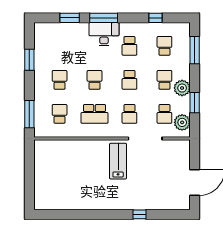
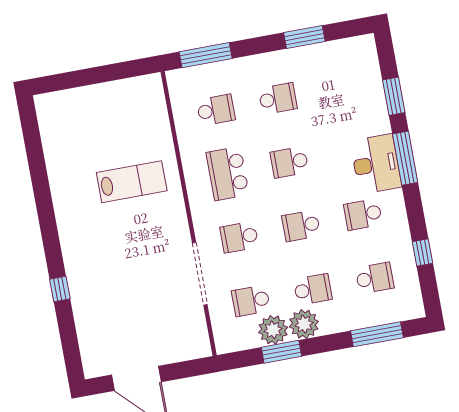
school desk: (95, 80) -> (289, 162), turned 180
plant: (182, 122) -> (273, 330), moved
lab bench: (118, 161) -> (132, 182), moved

